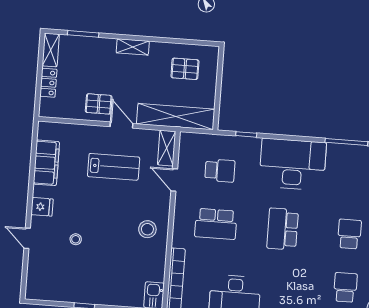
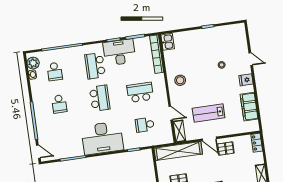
locker: (48, 83) -> (257, 143), moved
school desk: (279, 282) -> (95, 66), added

